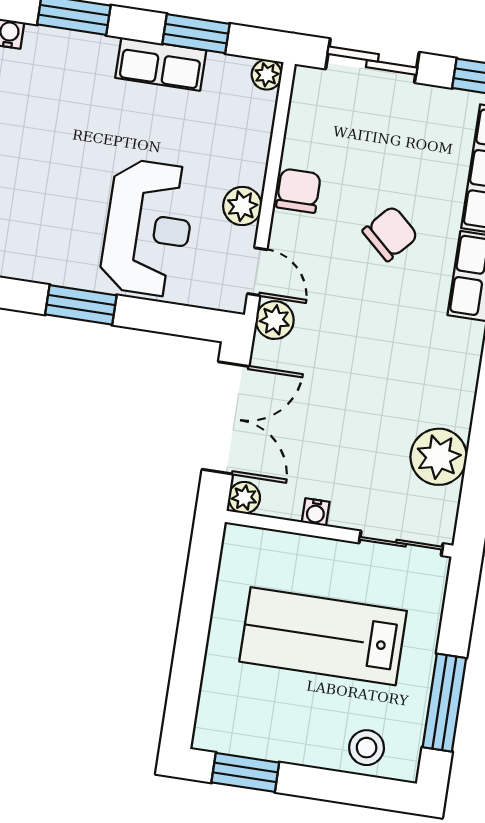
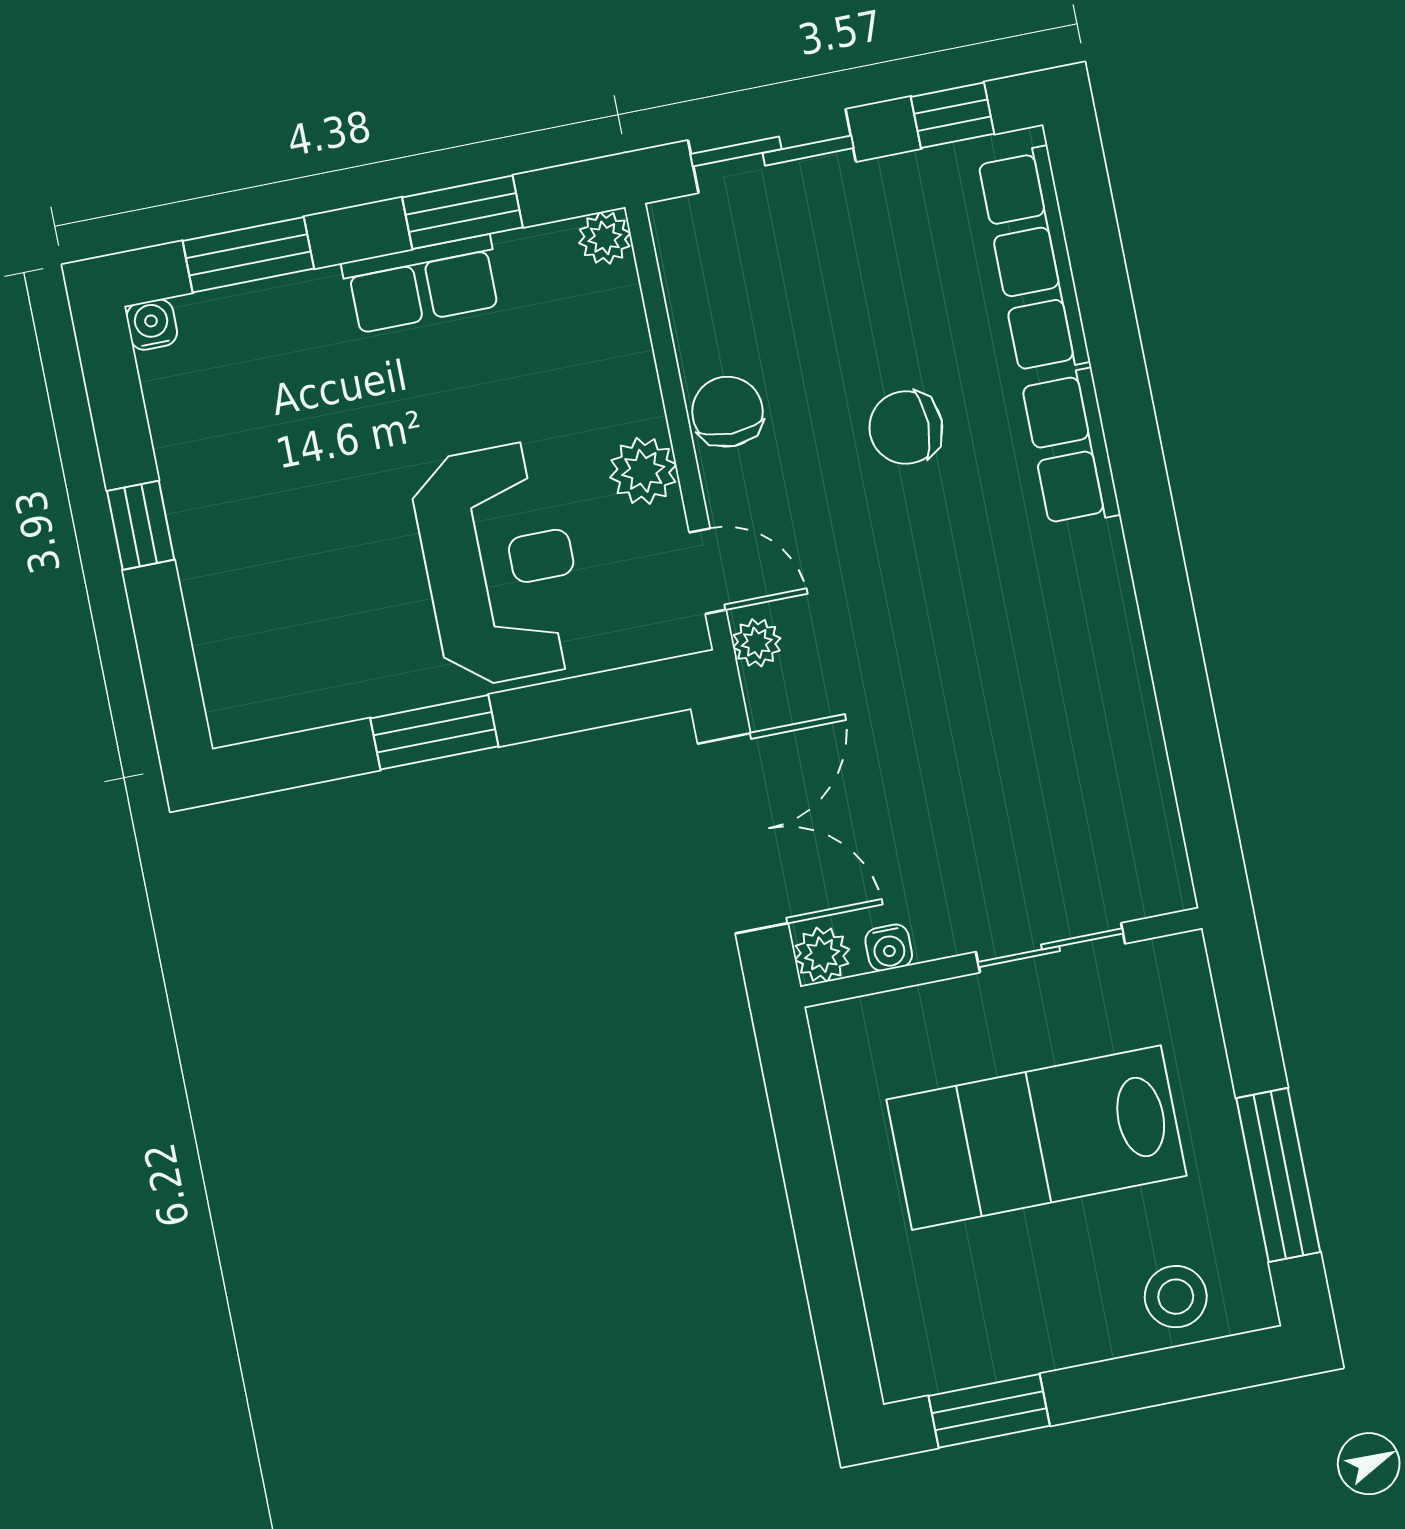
chair: (390, 233) -> (906, 428), turned -132
plant: (275, 320) -> (757, 643), width x0.73, depth x0.73
plant: (439, 457) -> (1121, 770), removed
water cooler: (316, 512) -> (889, 948), moved
sliding door: (401, 543) -> (1051, 948), moved

